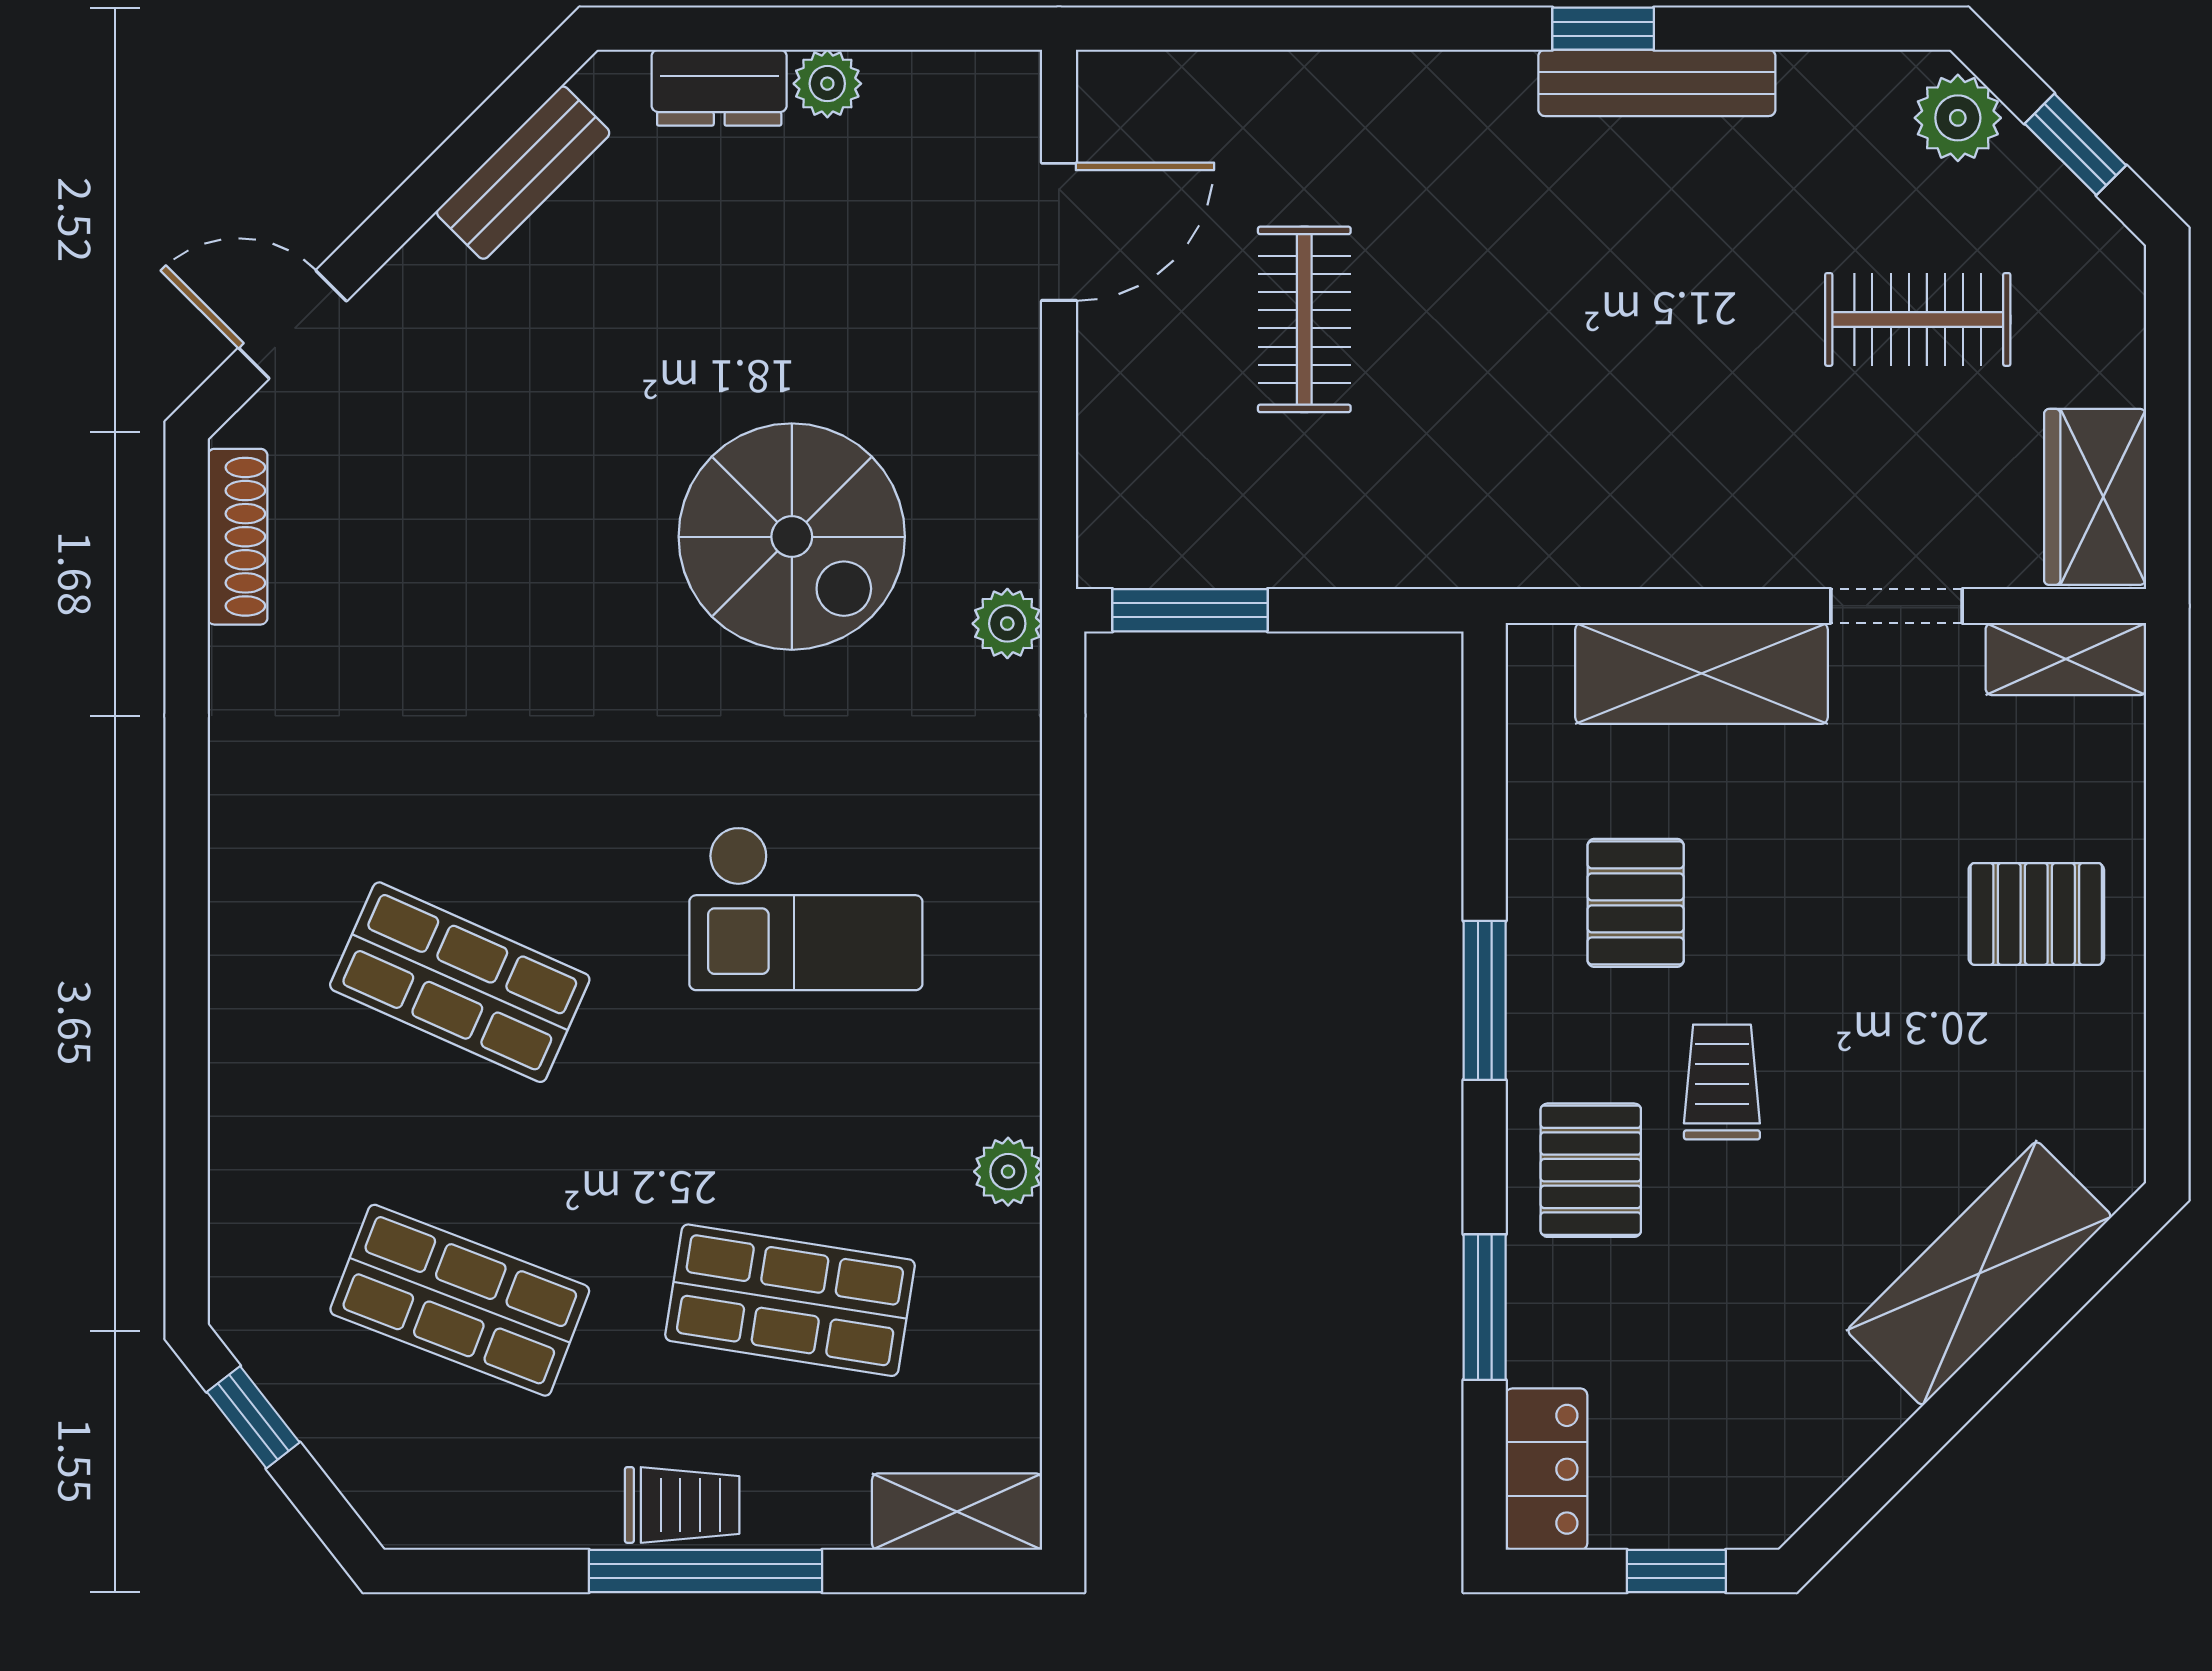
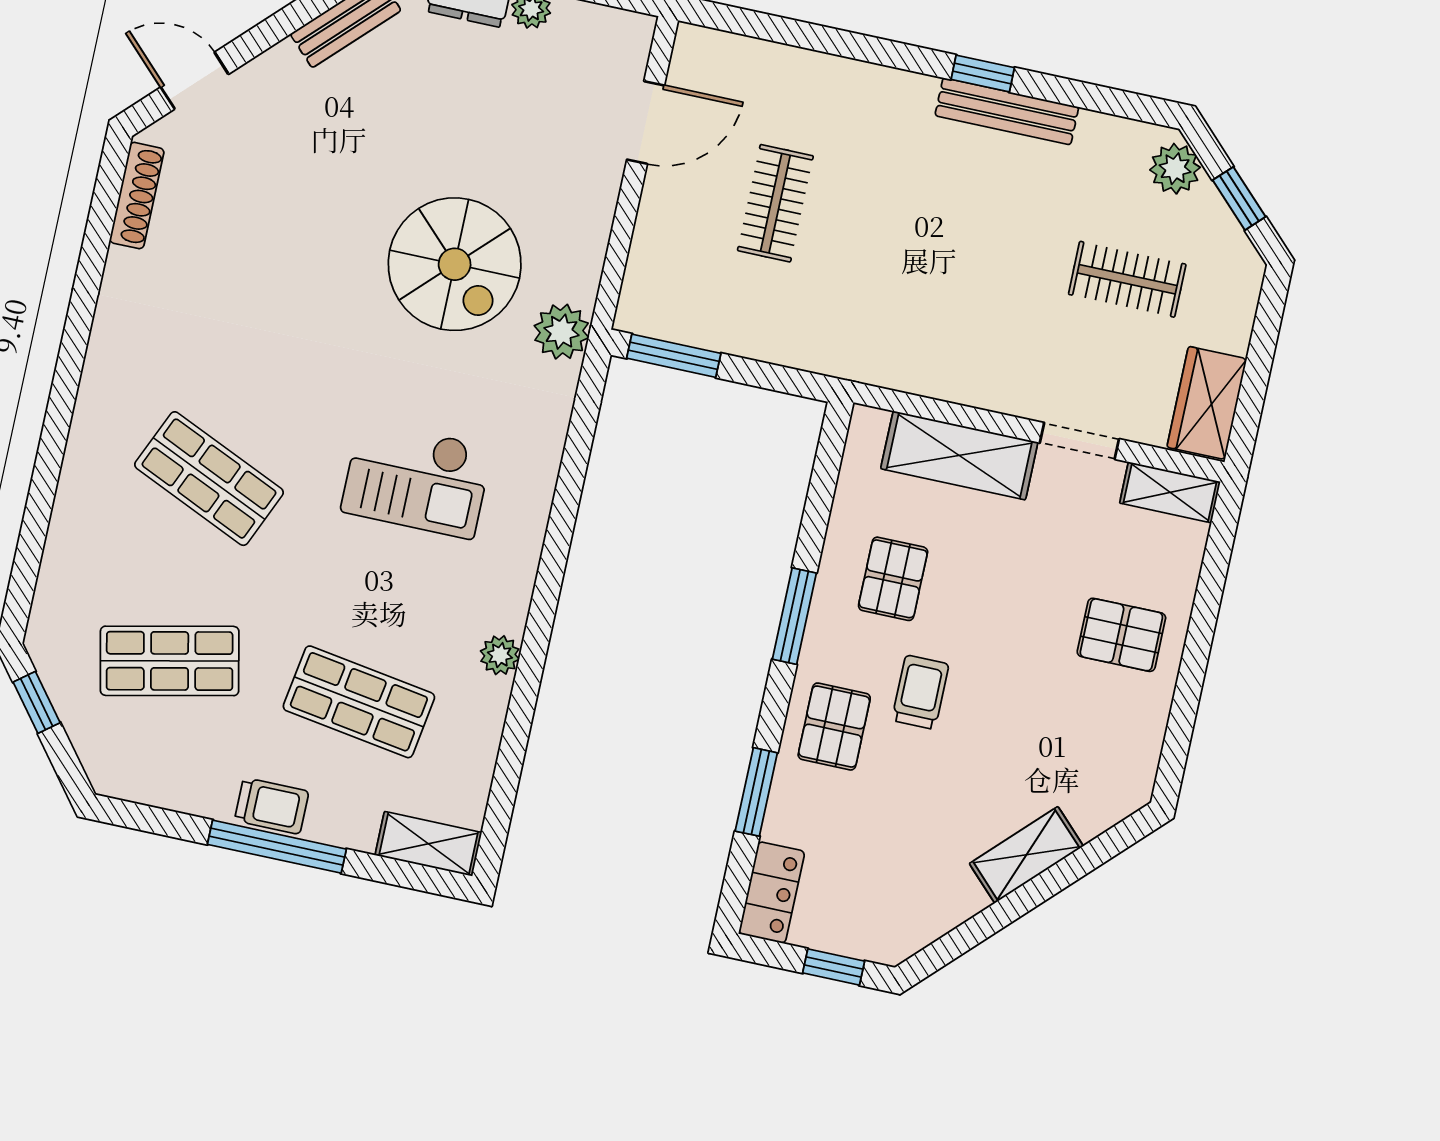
plant: (1007, 624) -> (562, 332), width x1.38, depth x1.38
shelving: (1979, 1273) -> (1026, 855), width x0.67, depth x0.75
shop shelf: (460, 1300) -> (170, 661), turned -33

